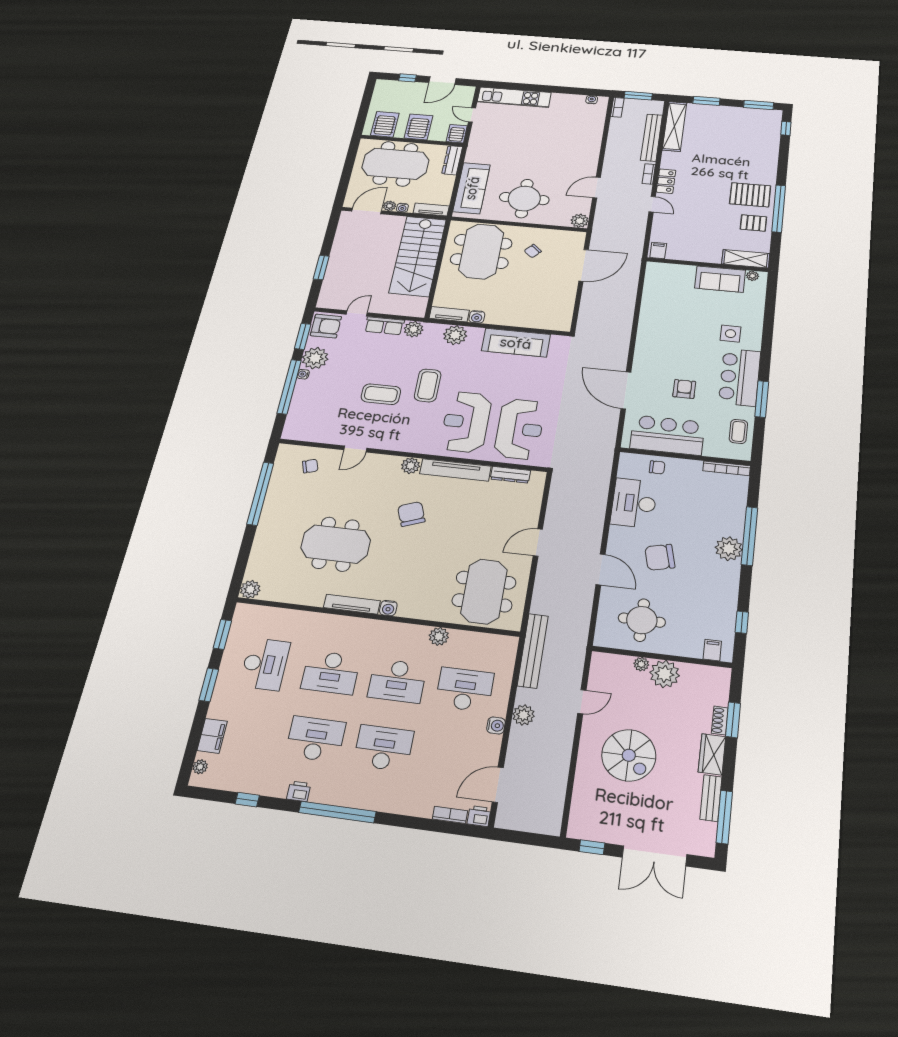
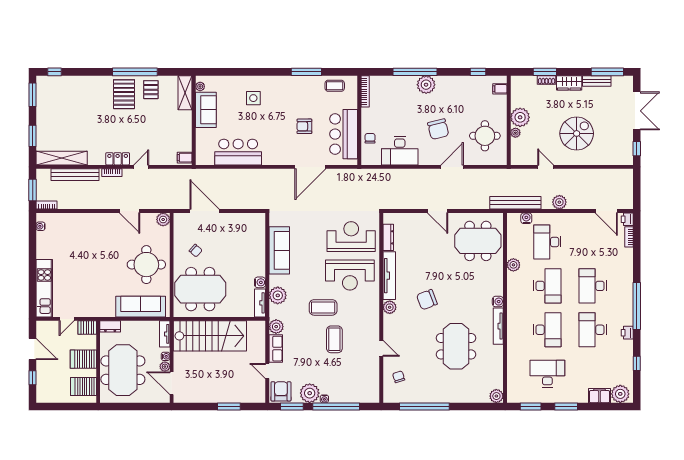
dresser: (452, 160) -> (110, 326), width x0.70
bar counter: (740, 377) -> (238, 152), moved, turned 180
water cooler: (496, 725) -> (526, 218), moved
plant: (200, 767) -> (620, 394), width x1.88, depth x1.88

